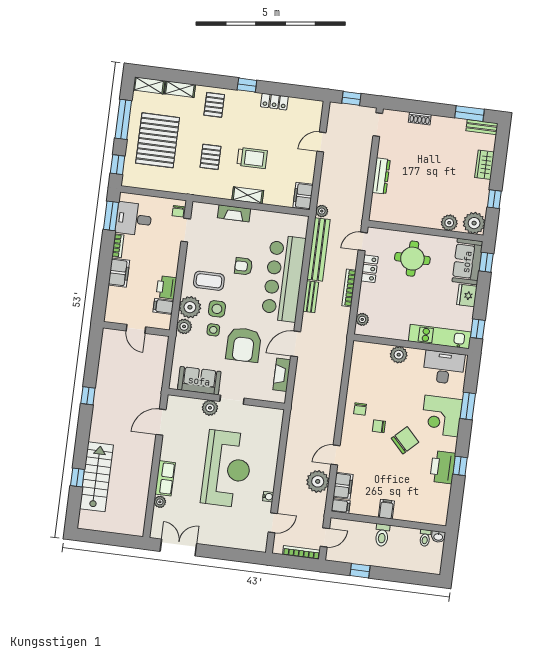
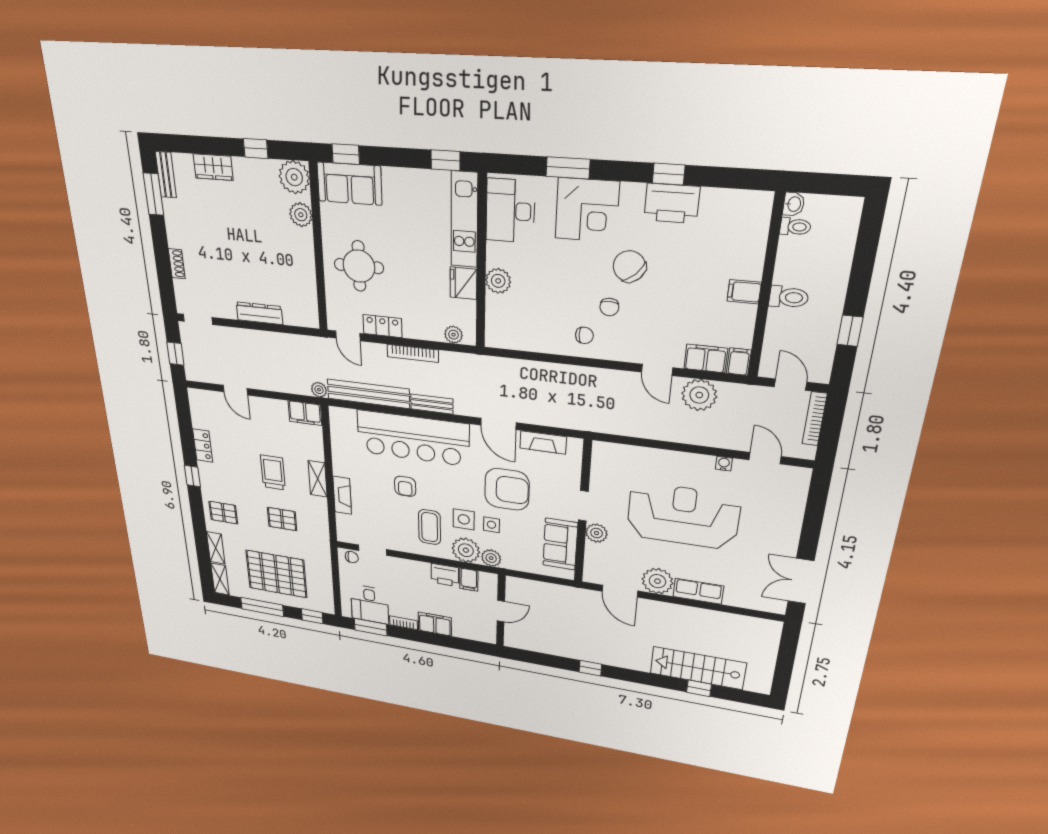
fridge: (467, 295) -> (463, 283), moved, turned 90
plant: (160, 502) -> (657, 581), moved, width x1.88, depth x1.88

